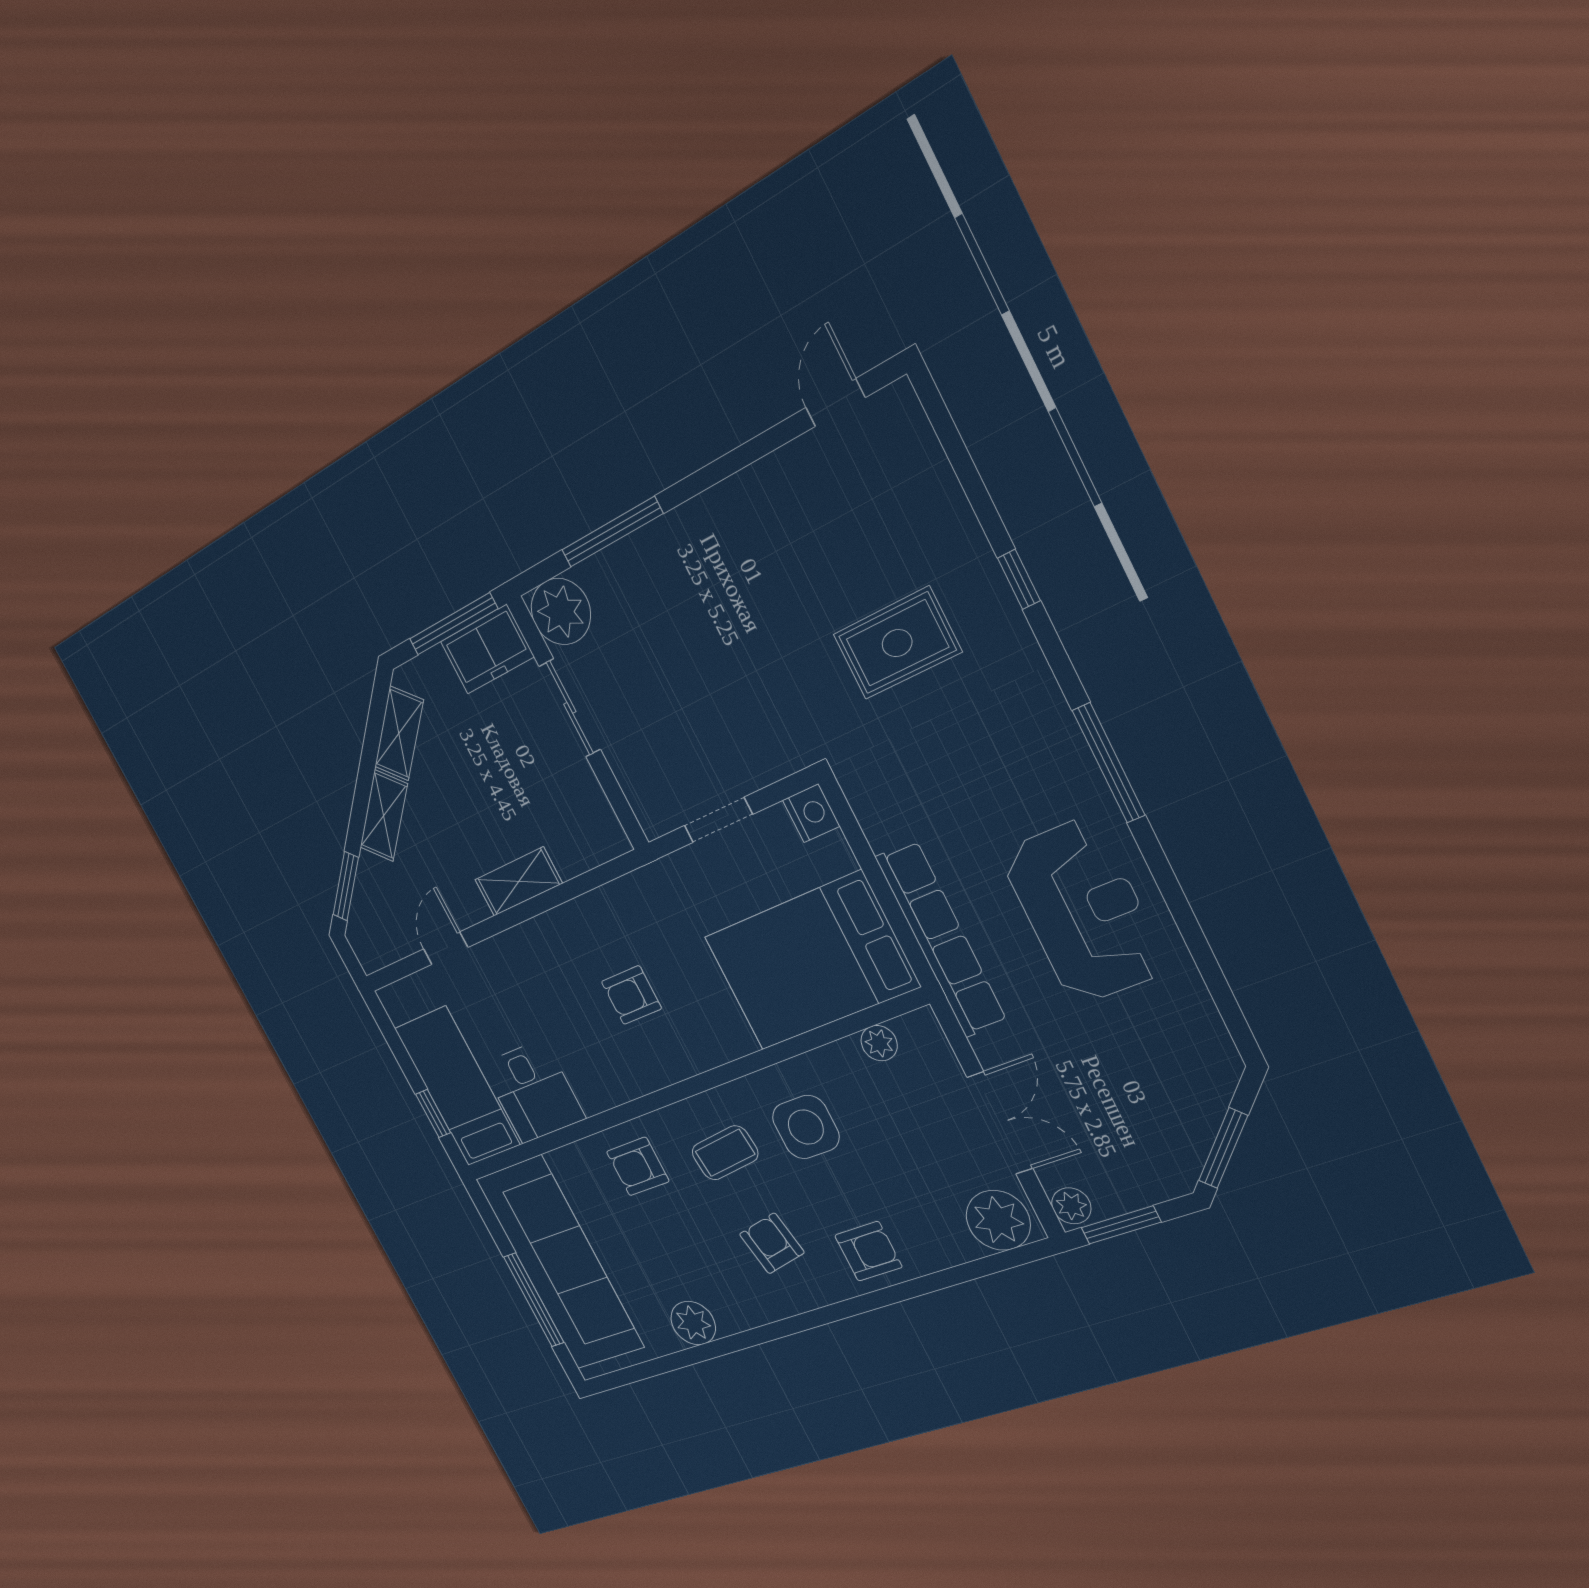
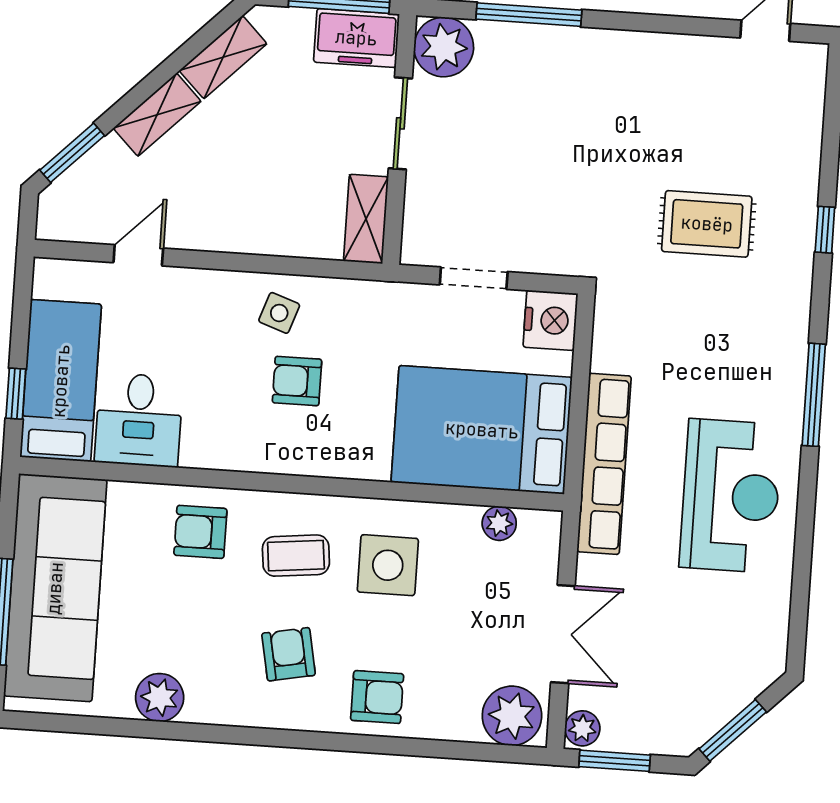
nightstand: (811, 813) -> (550, 320), width x1.36, depth x1.33
shelving: (519, 882) -> (366, 219), moved, turned 90
side table: (581, 941) -> (279, 313), added

